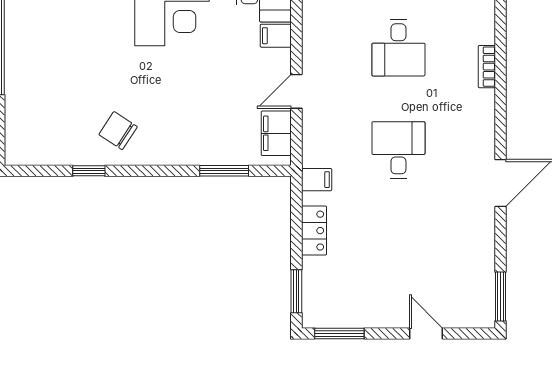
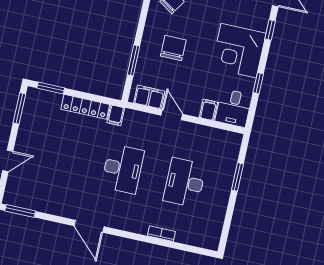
desk: (398, 48) -> (185, 183), width x1.37
chair: (191, 112) -> (173, 48), added
desk: (398, 150) -> (123, 169), width x1.37
locker: (314, 231) -> (85, 107), width x1.53

